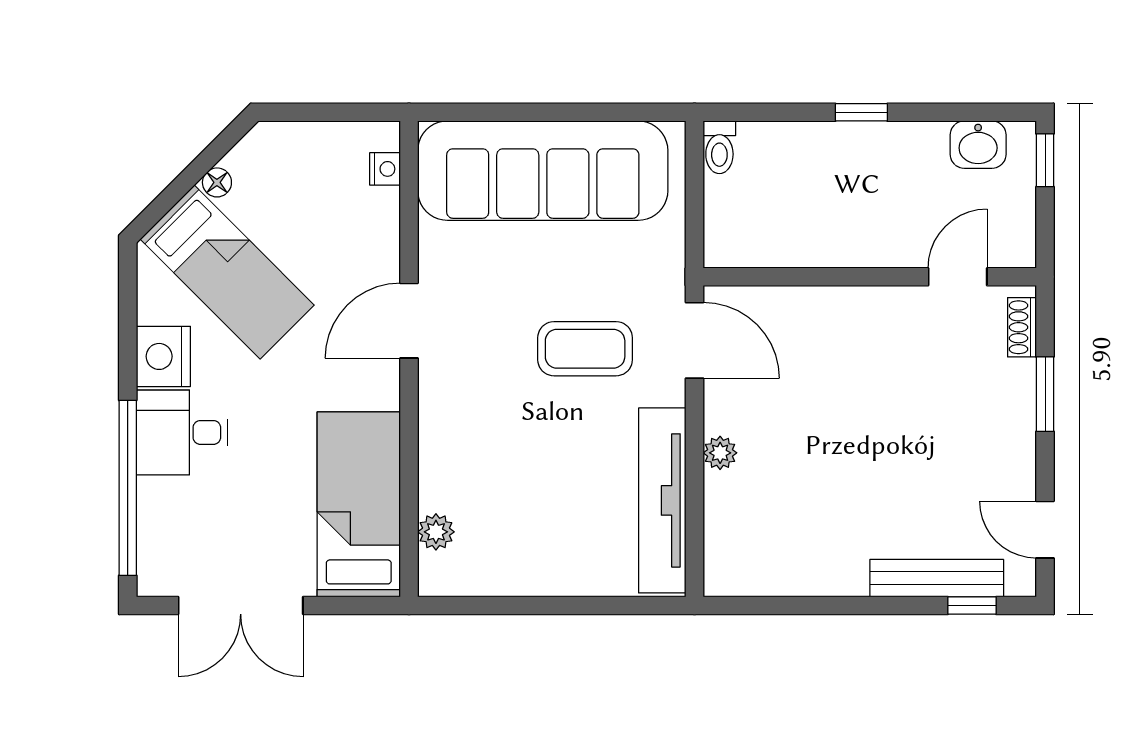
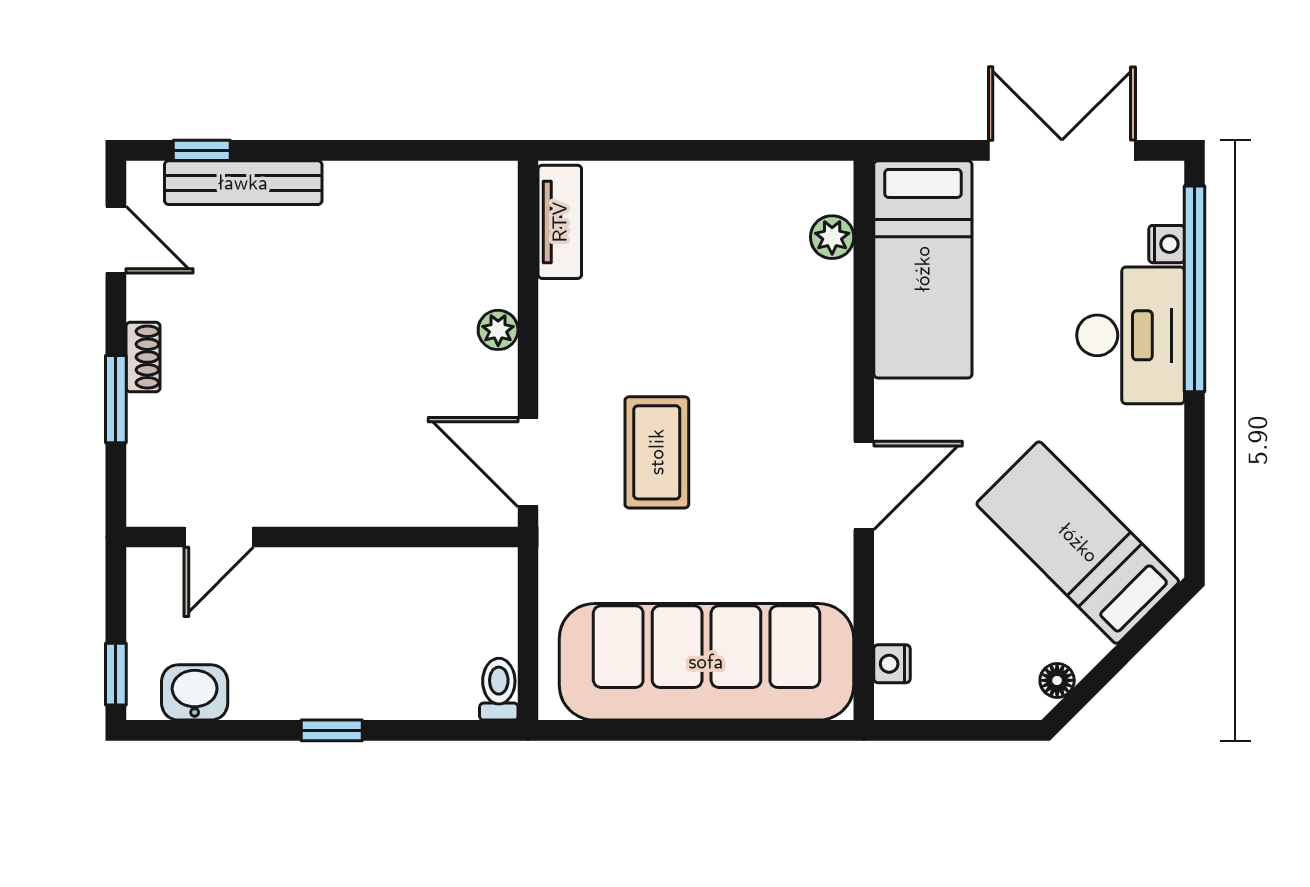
floor lamp: (217, 182) -> (1057, 680), moved
shoe rack: (1022, 327) -> (143, 357), moved
coffee table: (585, 349) -> (657, 452), turned 90
nightstand: (163, 356) -> (1167, 244), moved, width x0.53, depth x0.56
desk: (182, 432) -> (1131, 335), width x1.37
tv unit: (662, 500) -> (560, 222), width x0.52, depth x0.78

